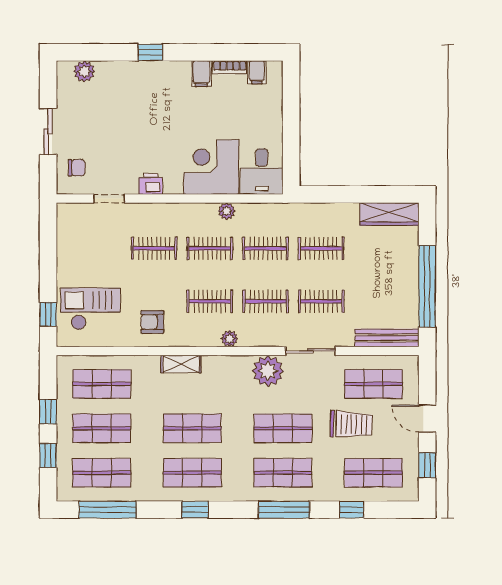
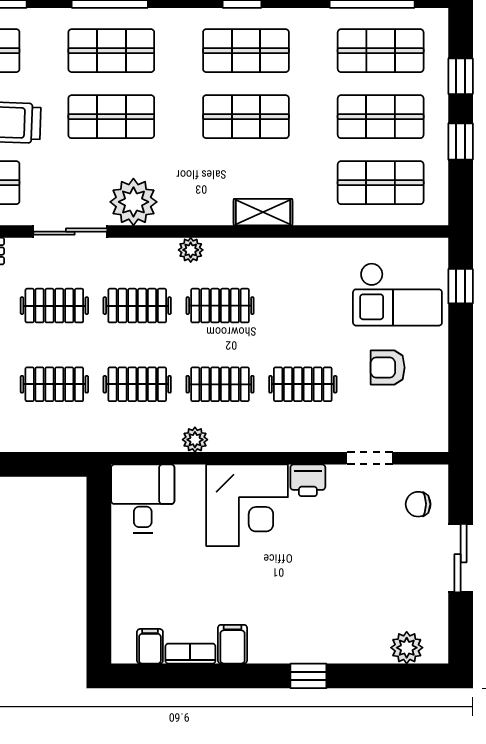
corner desk: (211, 167) -> (247, 505), moved
armchair: (152, 322) -> (388, 368), moved, turned 180

